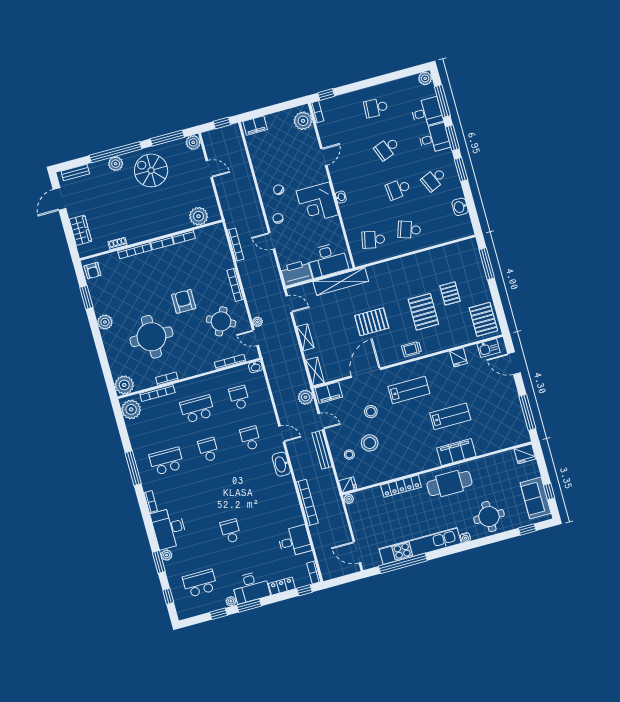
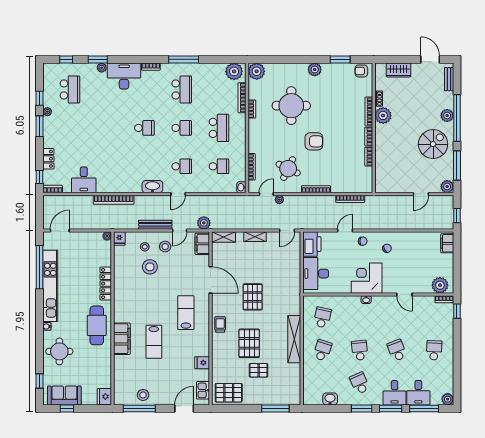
plant: (199, 216) -> (383, 115), moved
shelving: (341, 281) -> (294, 339), moved
pallet: (423, 312) -> (249, 343), turned 90
lab bench: (409, 390) -> (186, 313), turned 180
stool: (371, 412) -> (165, 247), moved
stool: (512, 412) -> (143, 395), added
school desk: (231, 531) -> (144, 128), moved
desk: (251, 587) -> (55, 132), removed

